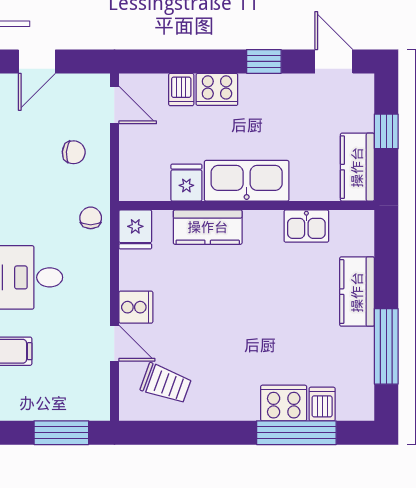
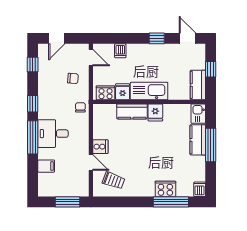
cooker: (217, 89) -> (106, 93), moved, turned 180
kitchen sink: (306, 226) -> (198, 114), moved, turned 90
fridge: (135, 229) -> (155, 112), moved
window: (386, 346) -> (211, 145), moved
dishwasher: (322, 404) -> (200, 189), moved

